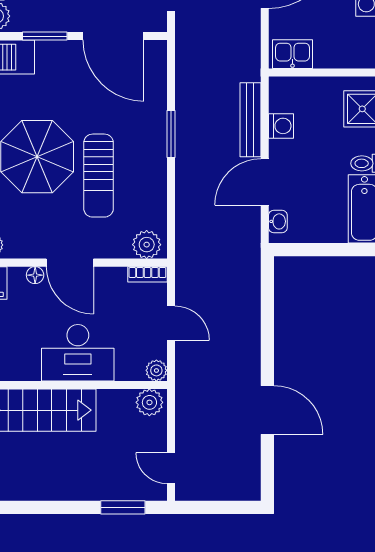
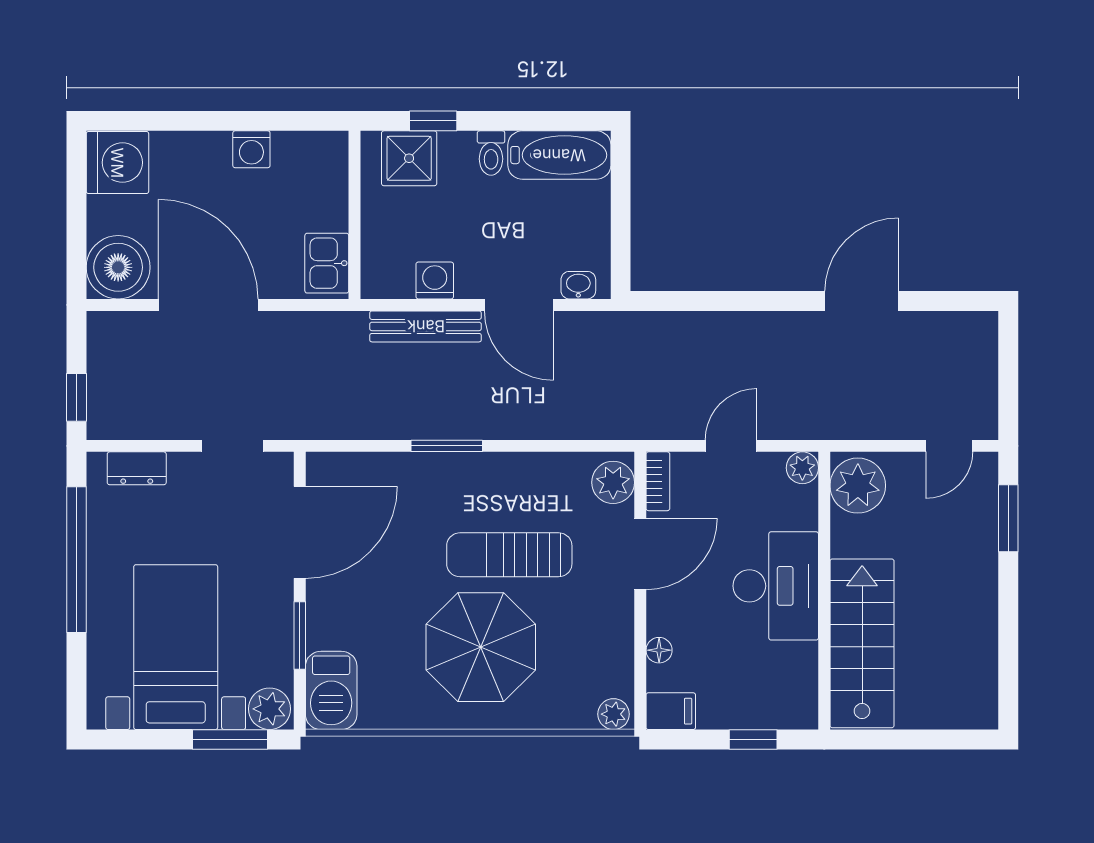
sun lounger: (99, 176) -> (509, 555), turned 180
door: (70, 263) -> (640, 554), moved
plant: (149, 402) -> (858, 486), width x1.36, depth x1.36

